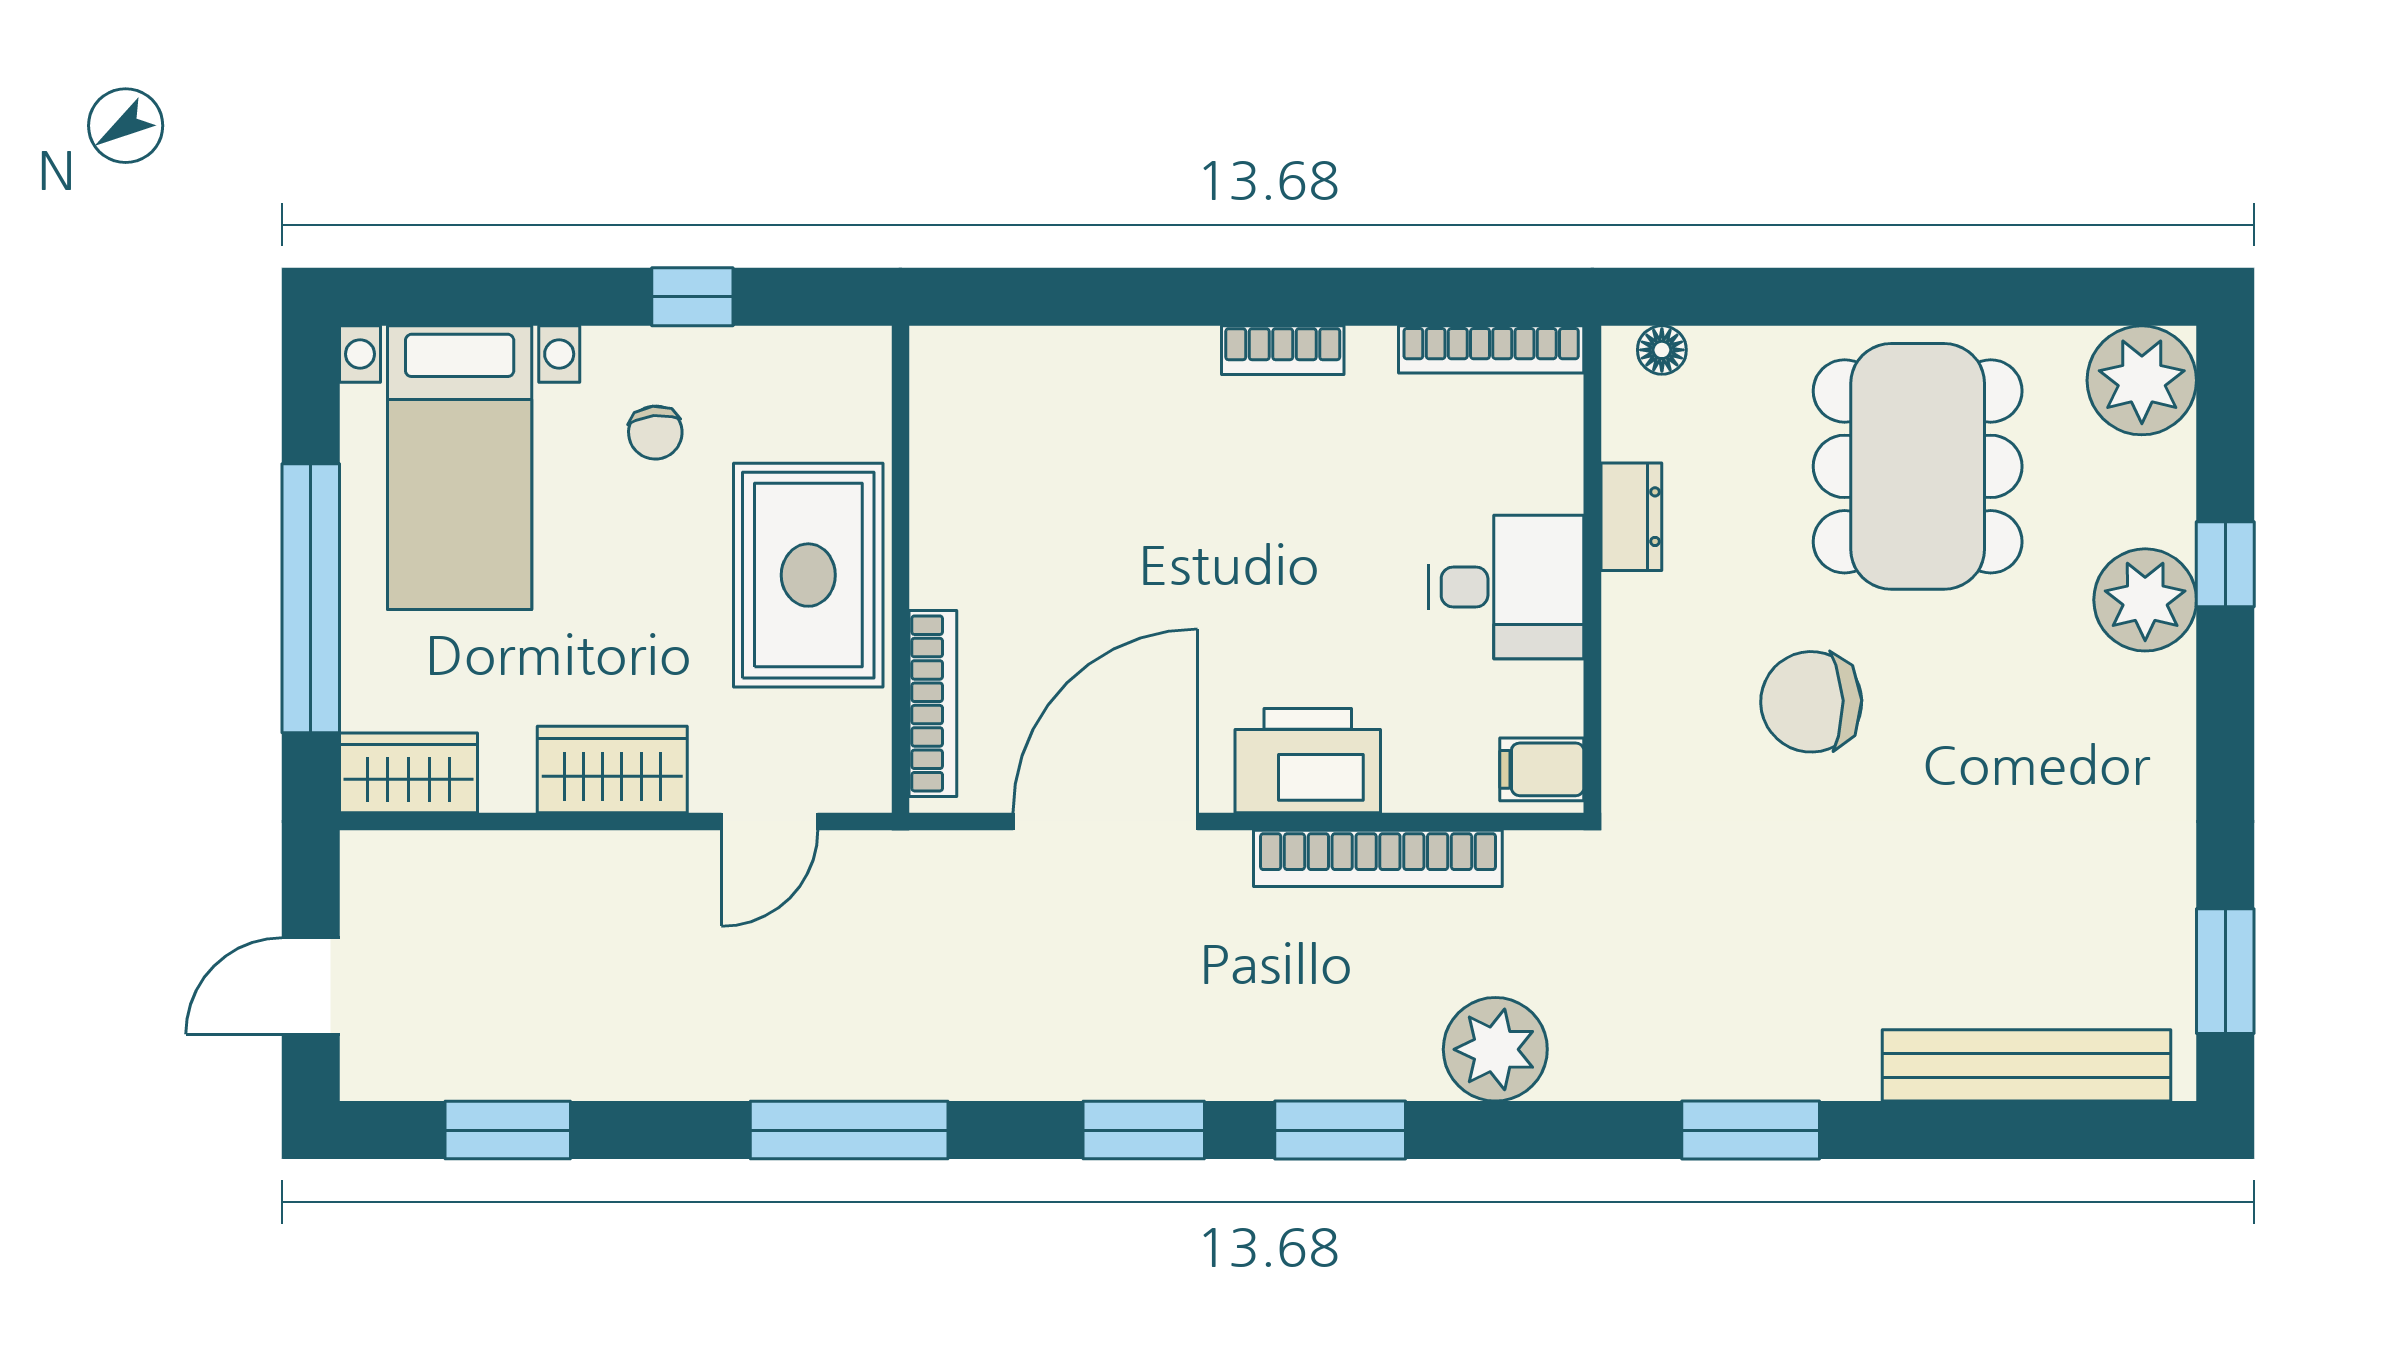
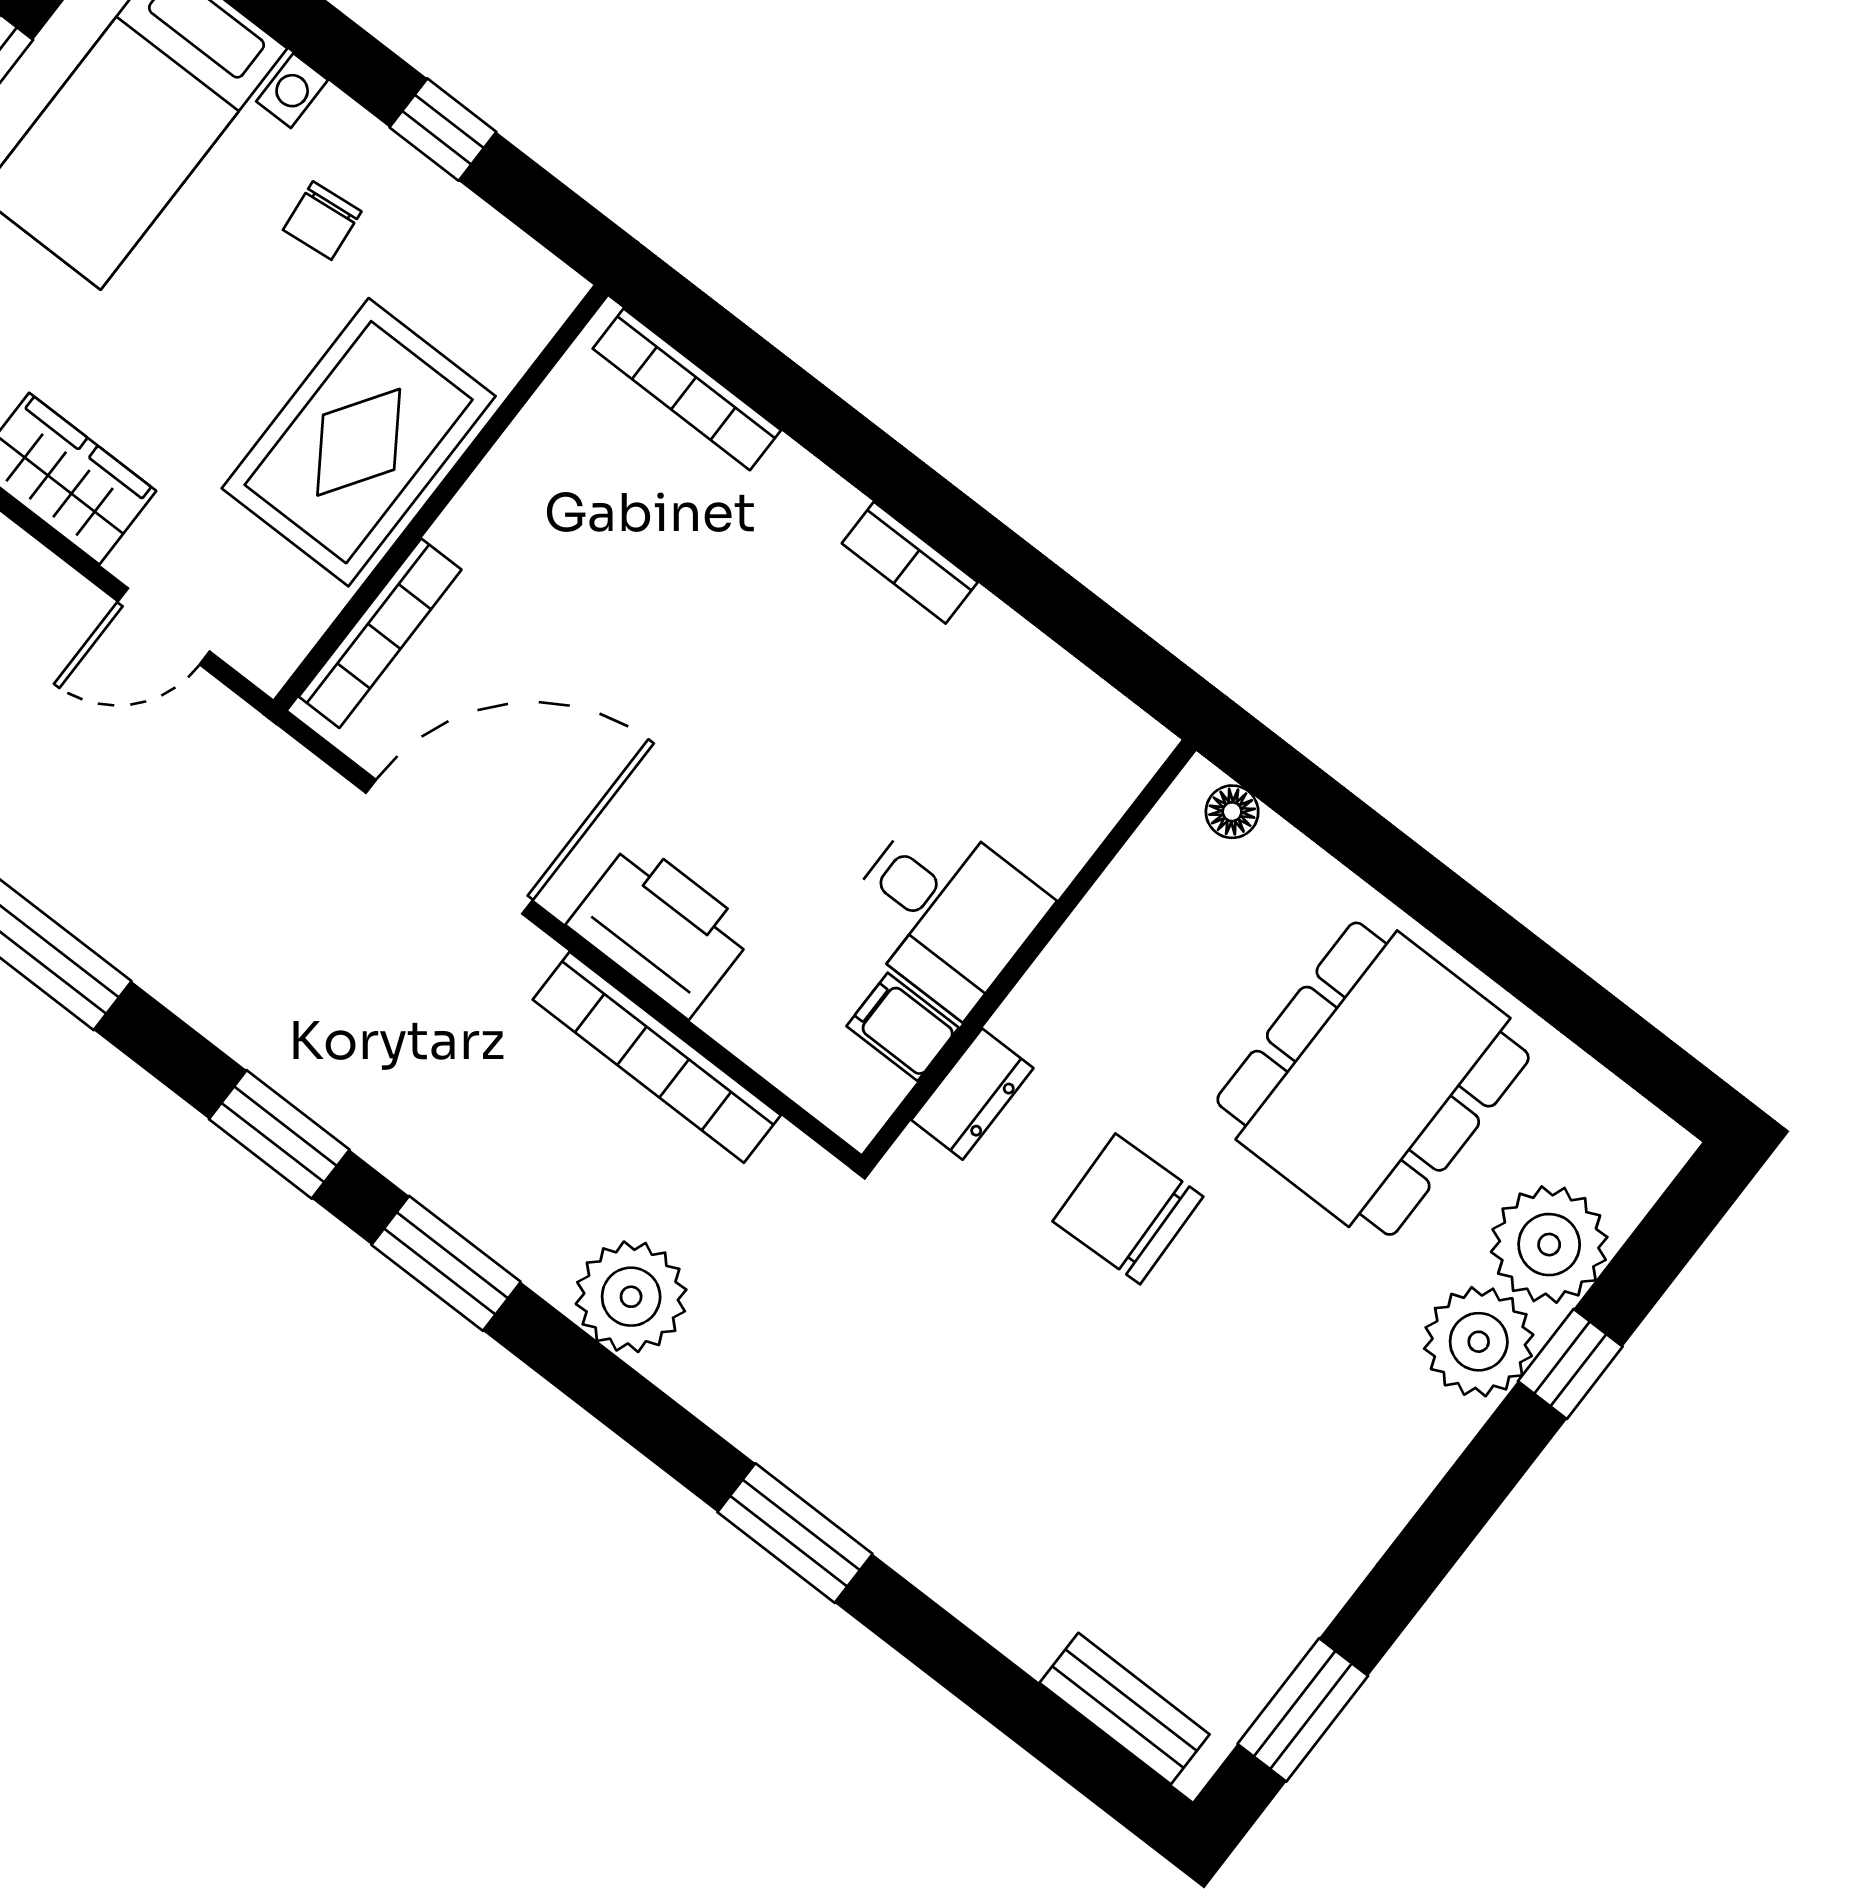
bookcase: (1491, 349) -> (687, 389), moved
plant: (2142, 380) -> (1549, 1245), moved
dresser: (1631, 517) -> (972, 1094), moved
filing cabinet: (1542, 769) -> (903, 1027), moved
bench: (2026, 1065) -> (1125, 1709), width x0.54, depth x0.82

